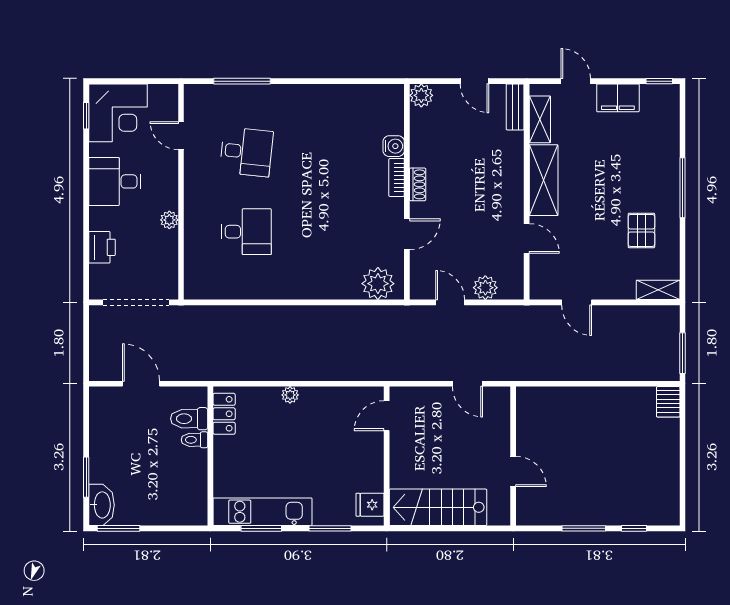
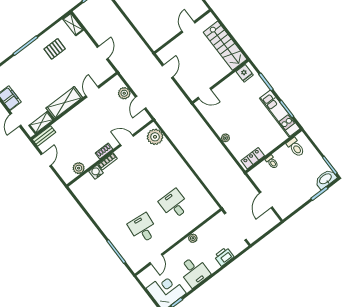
plant: (421, 95) -> (79, 168), moved
toilet: (189, 419) -> (296, 147), moved

